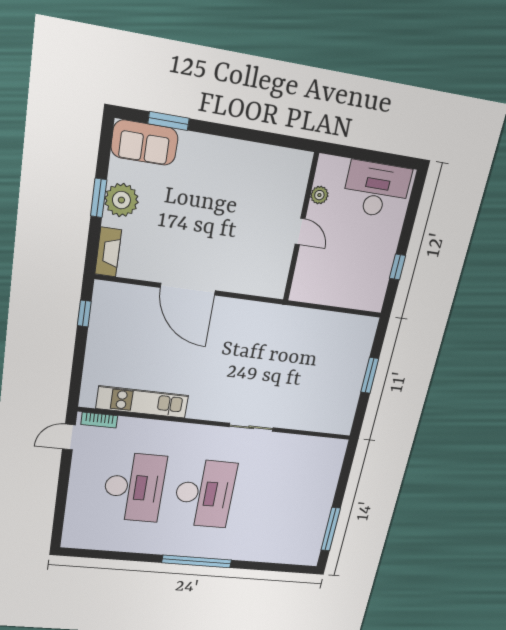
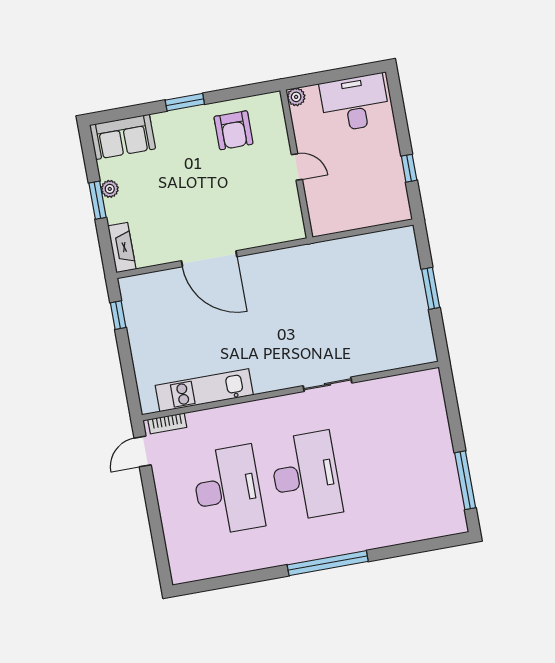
window: (169, 121) -> (185, 102), moved
armchair: (255, 175) -> (234, 130), added
plant: (319, 195) -> (296, 97), moved
plant: (121, 200) -> (110, 189), width x0.53, depth x0.53

